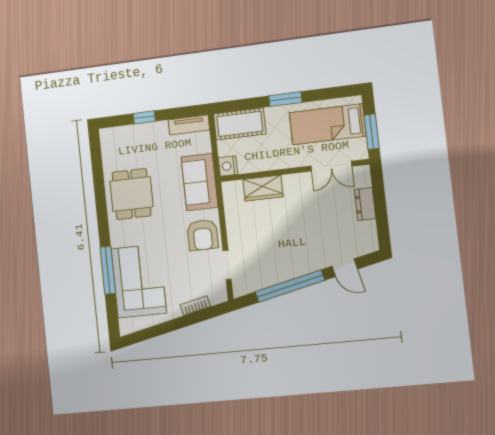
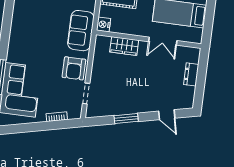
window: (372, 132) -> (208, 26), removed
double door: (331, 166) -> (163, 41), moved
dining table: (132, 194) -> (30, 27), removed
window: (290, 286) -> (126, 118), width x0.47

